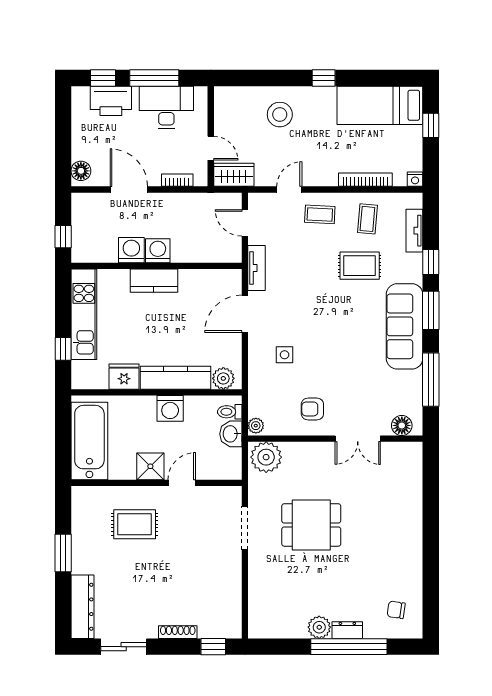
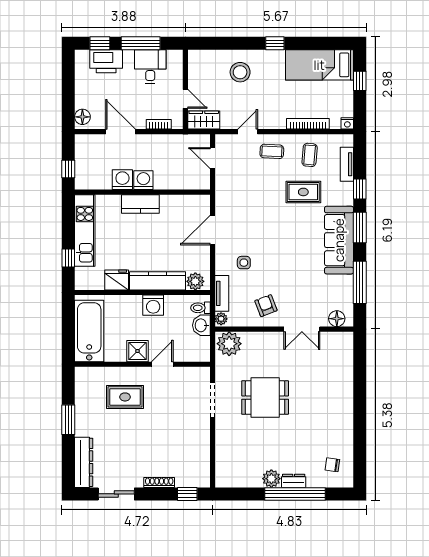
desk: (166, 107) -> (150, 66), width x0.73
tv unit: (257, 268) -> (222, 293), moved
armchair: (312, 409) -> (266, 306), turned 69

